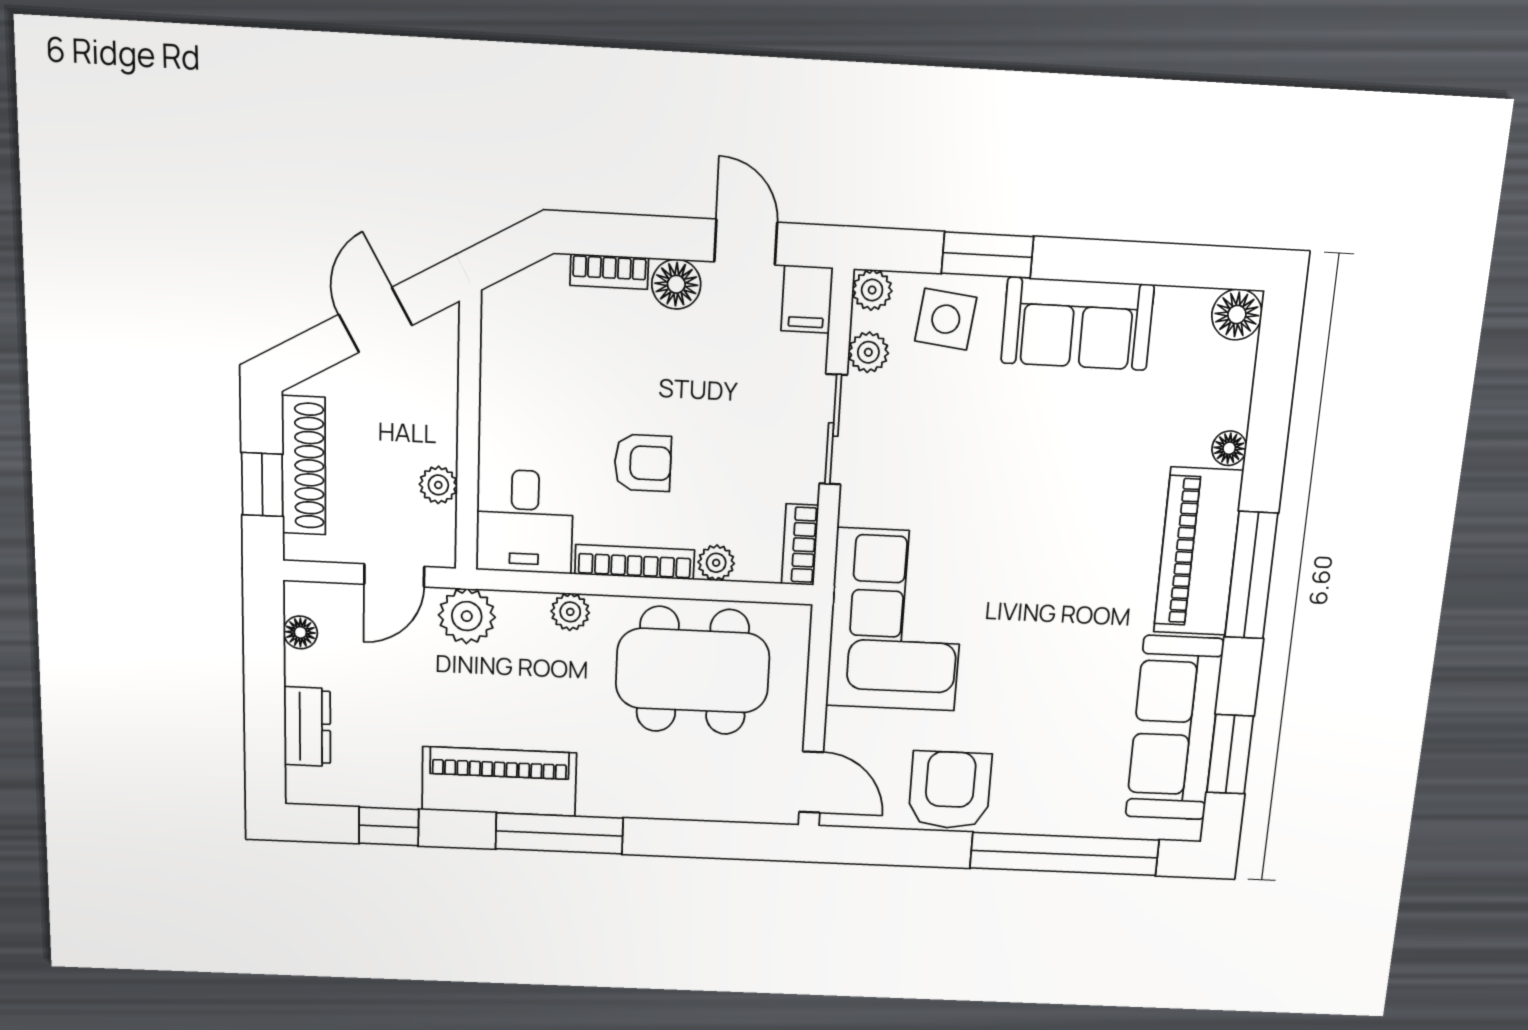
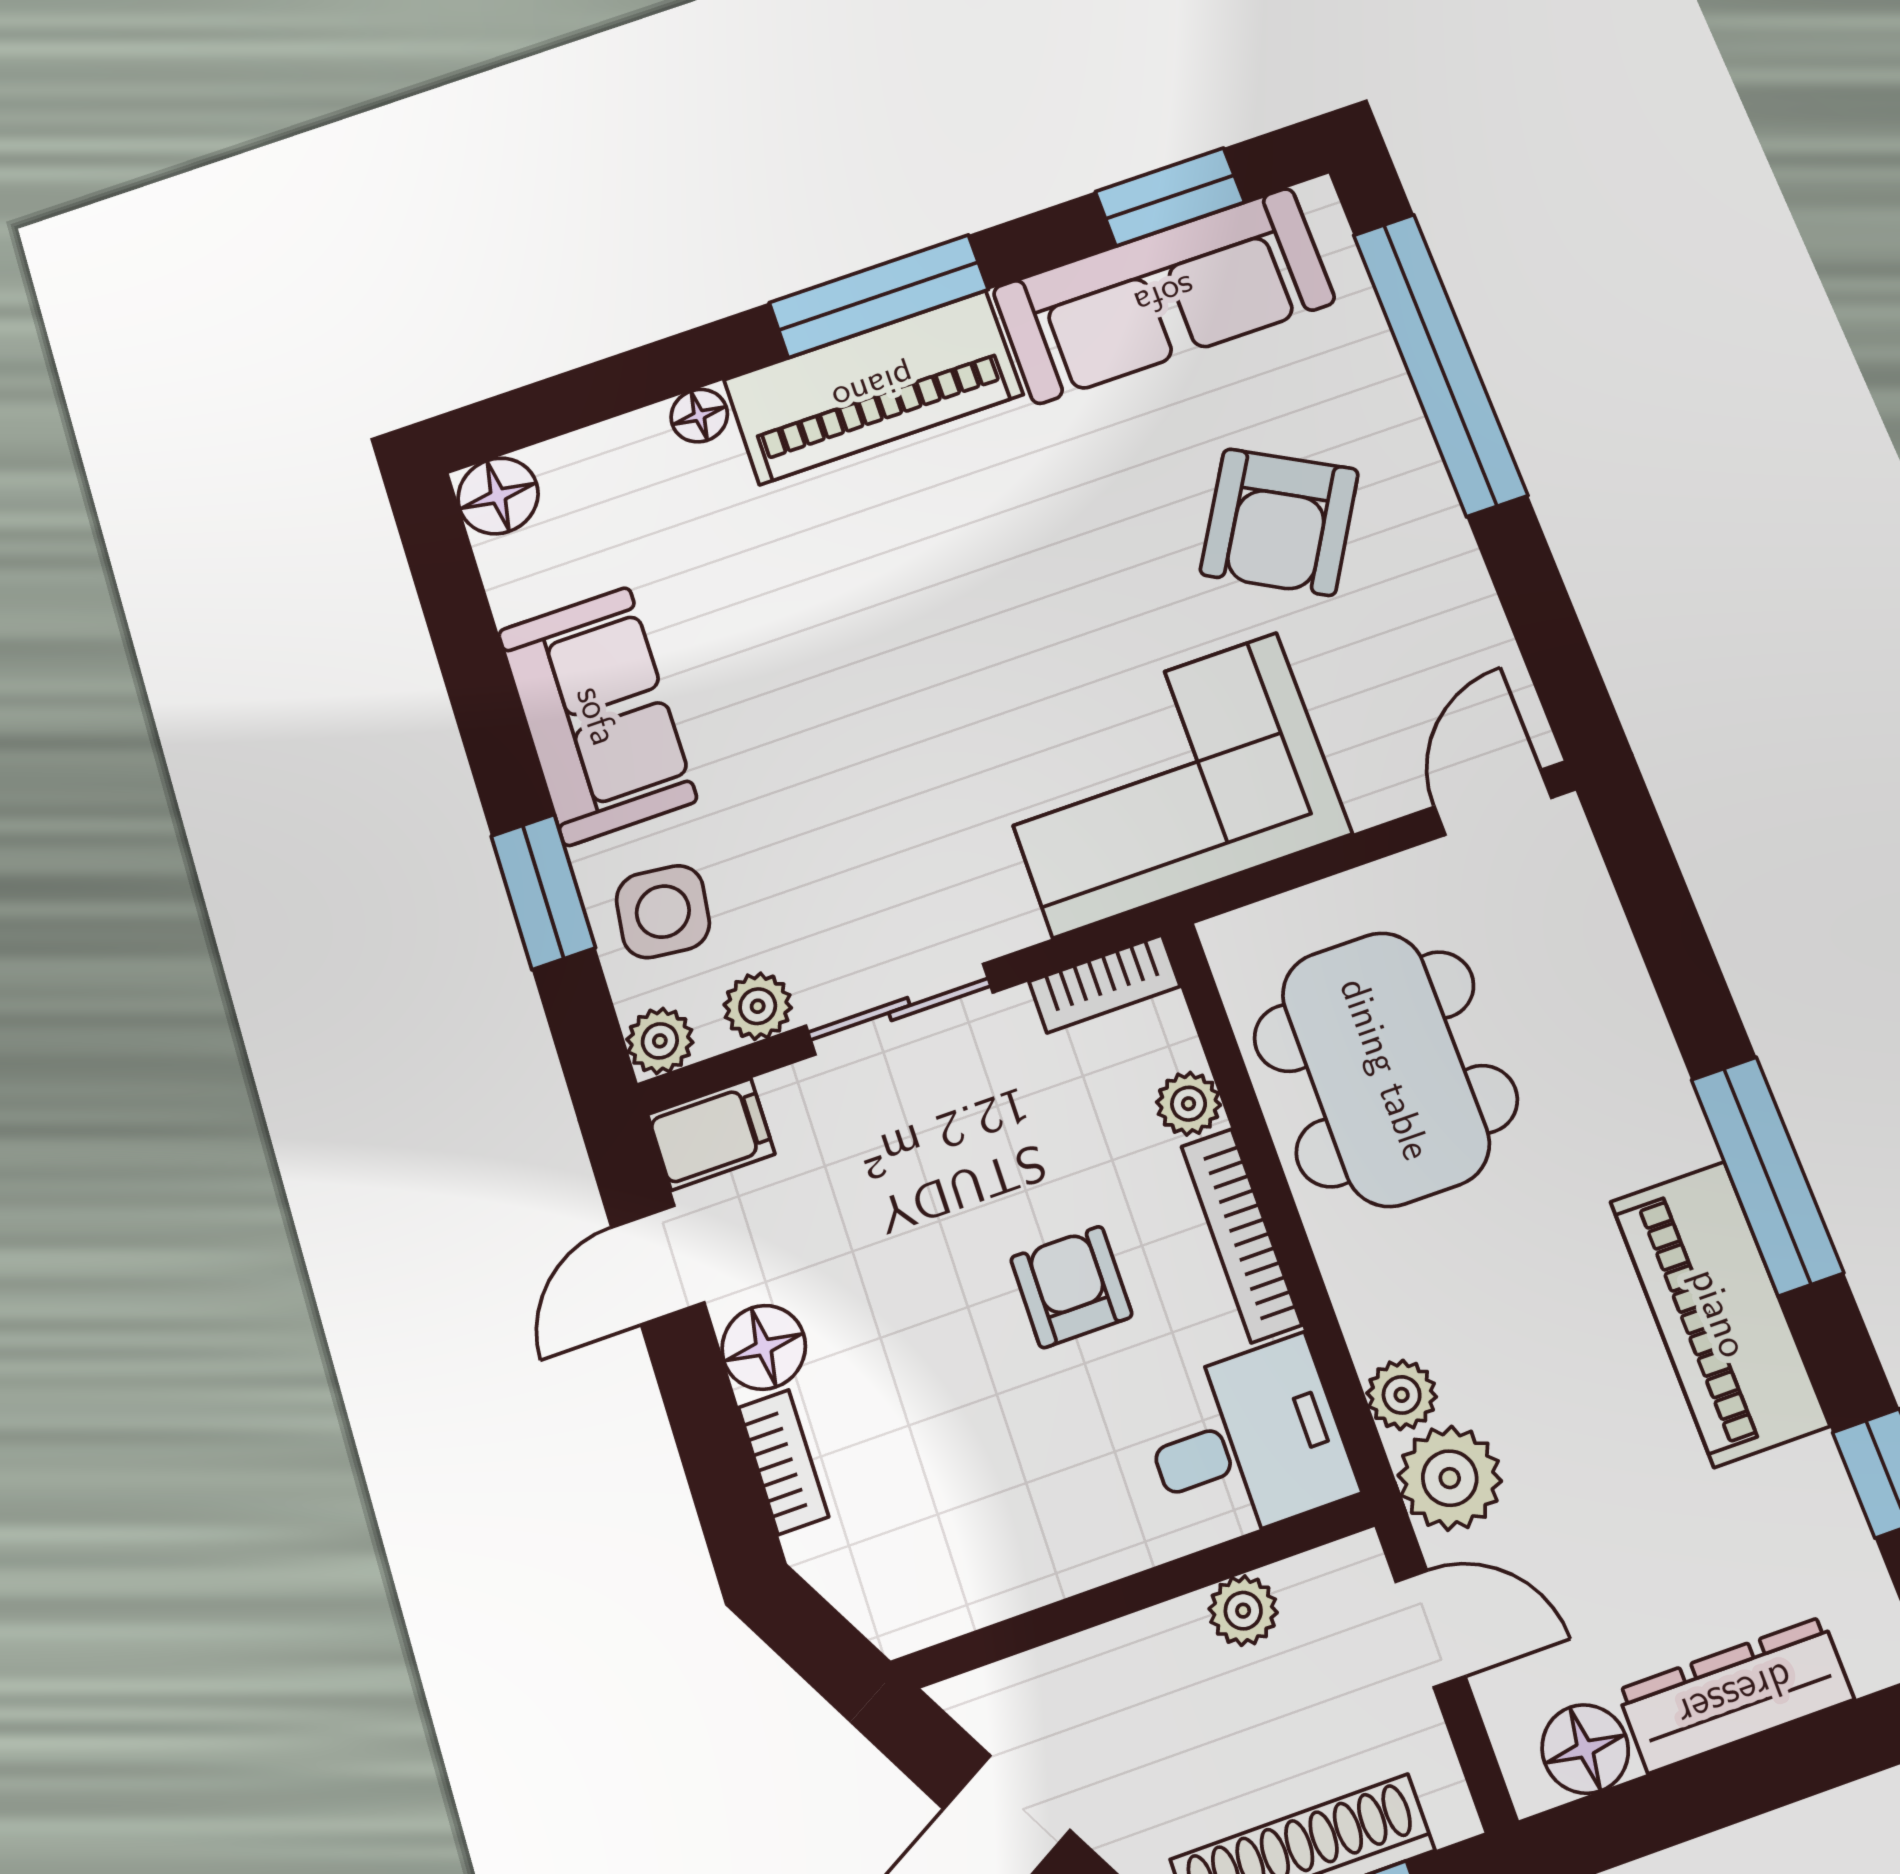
plant: (570, 612) -> (1402, 1395), moved
floor lamp: (300, 632) -> (1585, 1749), width x1.37, depth x1.37
dresser: (307, 727) -> (1735, 1695), width x1.44
armchair: (950, 790) -> (1279, 522), moved, turned -60

